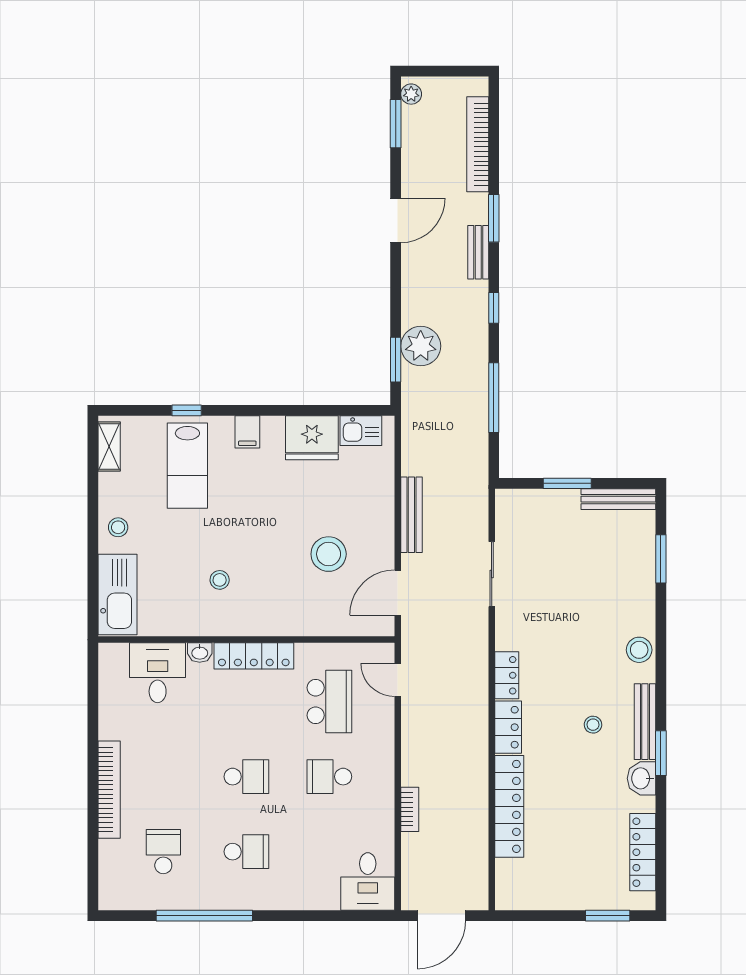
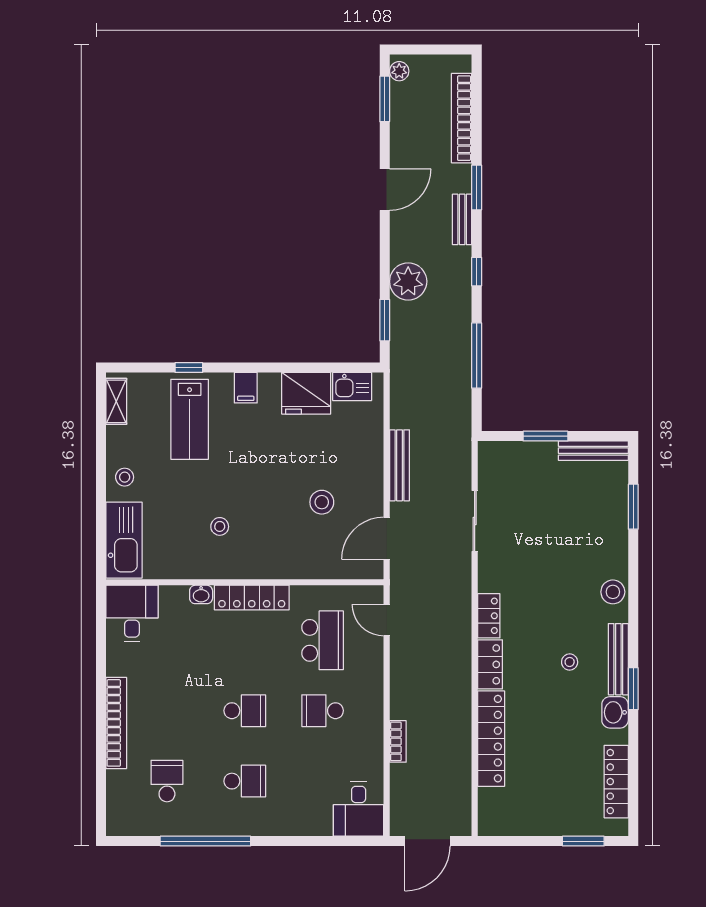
plant: (421, 346) -> (408, 281), moved
stool: (329, 554) -> (322, 502), width x0.73, depth x0.73
desk: (158, 673) -> (132, 613), moved

